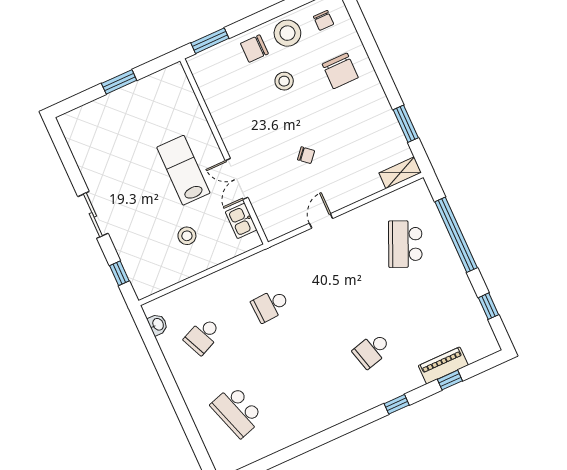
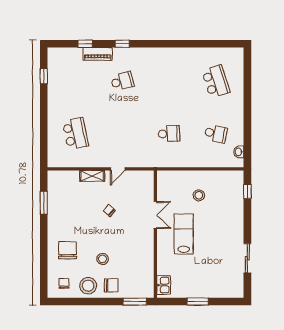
lab bench: (183, 170) -> (184, 234), turned 180
shelving: (400, 173) -> (92, 176), moved
sliding door: (93, 215) -> (247, 258), moved
kitchen sink: (241, 221) -> (164, 285), moved
window: (456, 235) -> (44, 126), removed
school desk: (405, 244) -> (75, 134), turned -36
school desk: (203, 336) -> (216, 134), turned 36
piano: (443, 365) -> (98, 54), moved

